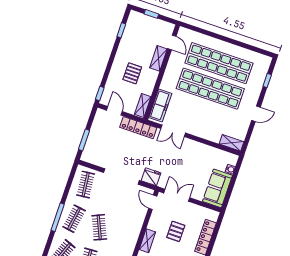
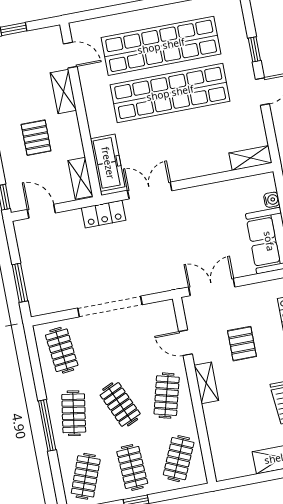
window: (267, 80) -> (254, 49), moved
locker: (138, 128) -> (104, 214), width x0.66
double door: (173, 131) -> (150, 191), swing flipped
fridge: (151, 177) -> (156, 281), removed
door: (153, 202) -> (185, 343), moved
clothes rail: (124, 236) -> (167, 396), added

